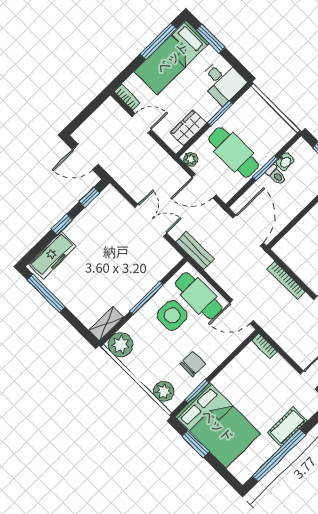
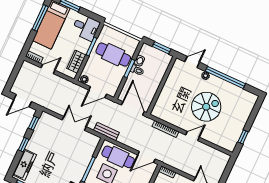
cafe table: (234, 152) -> (113, 55), moved

